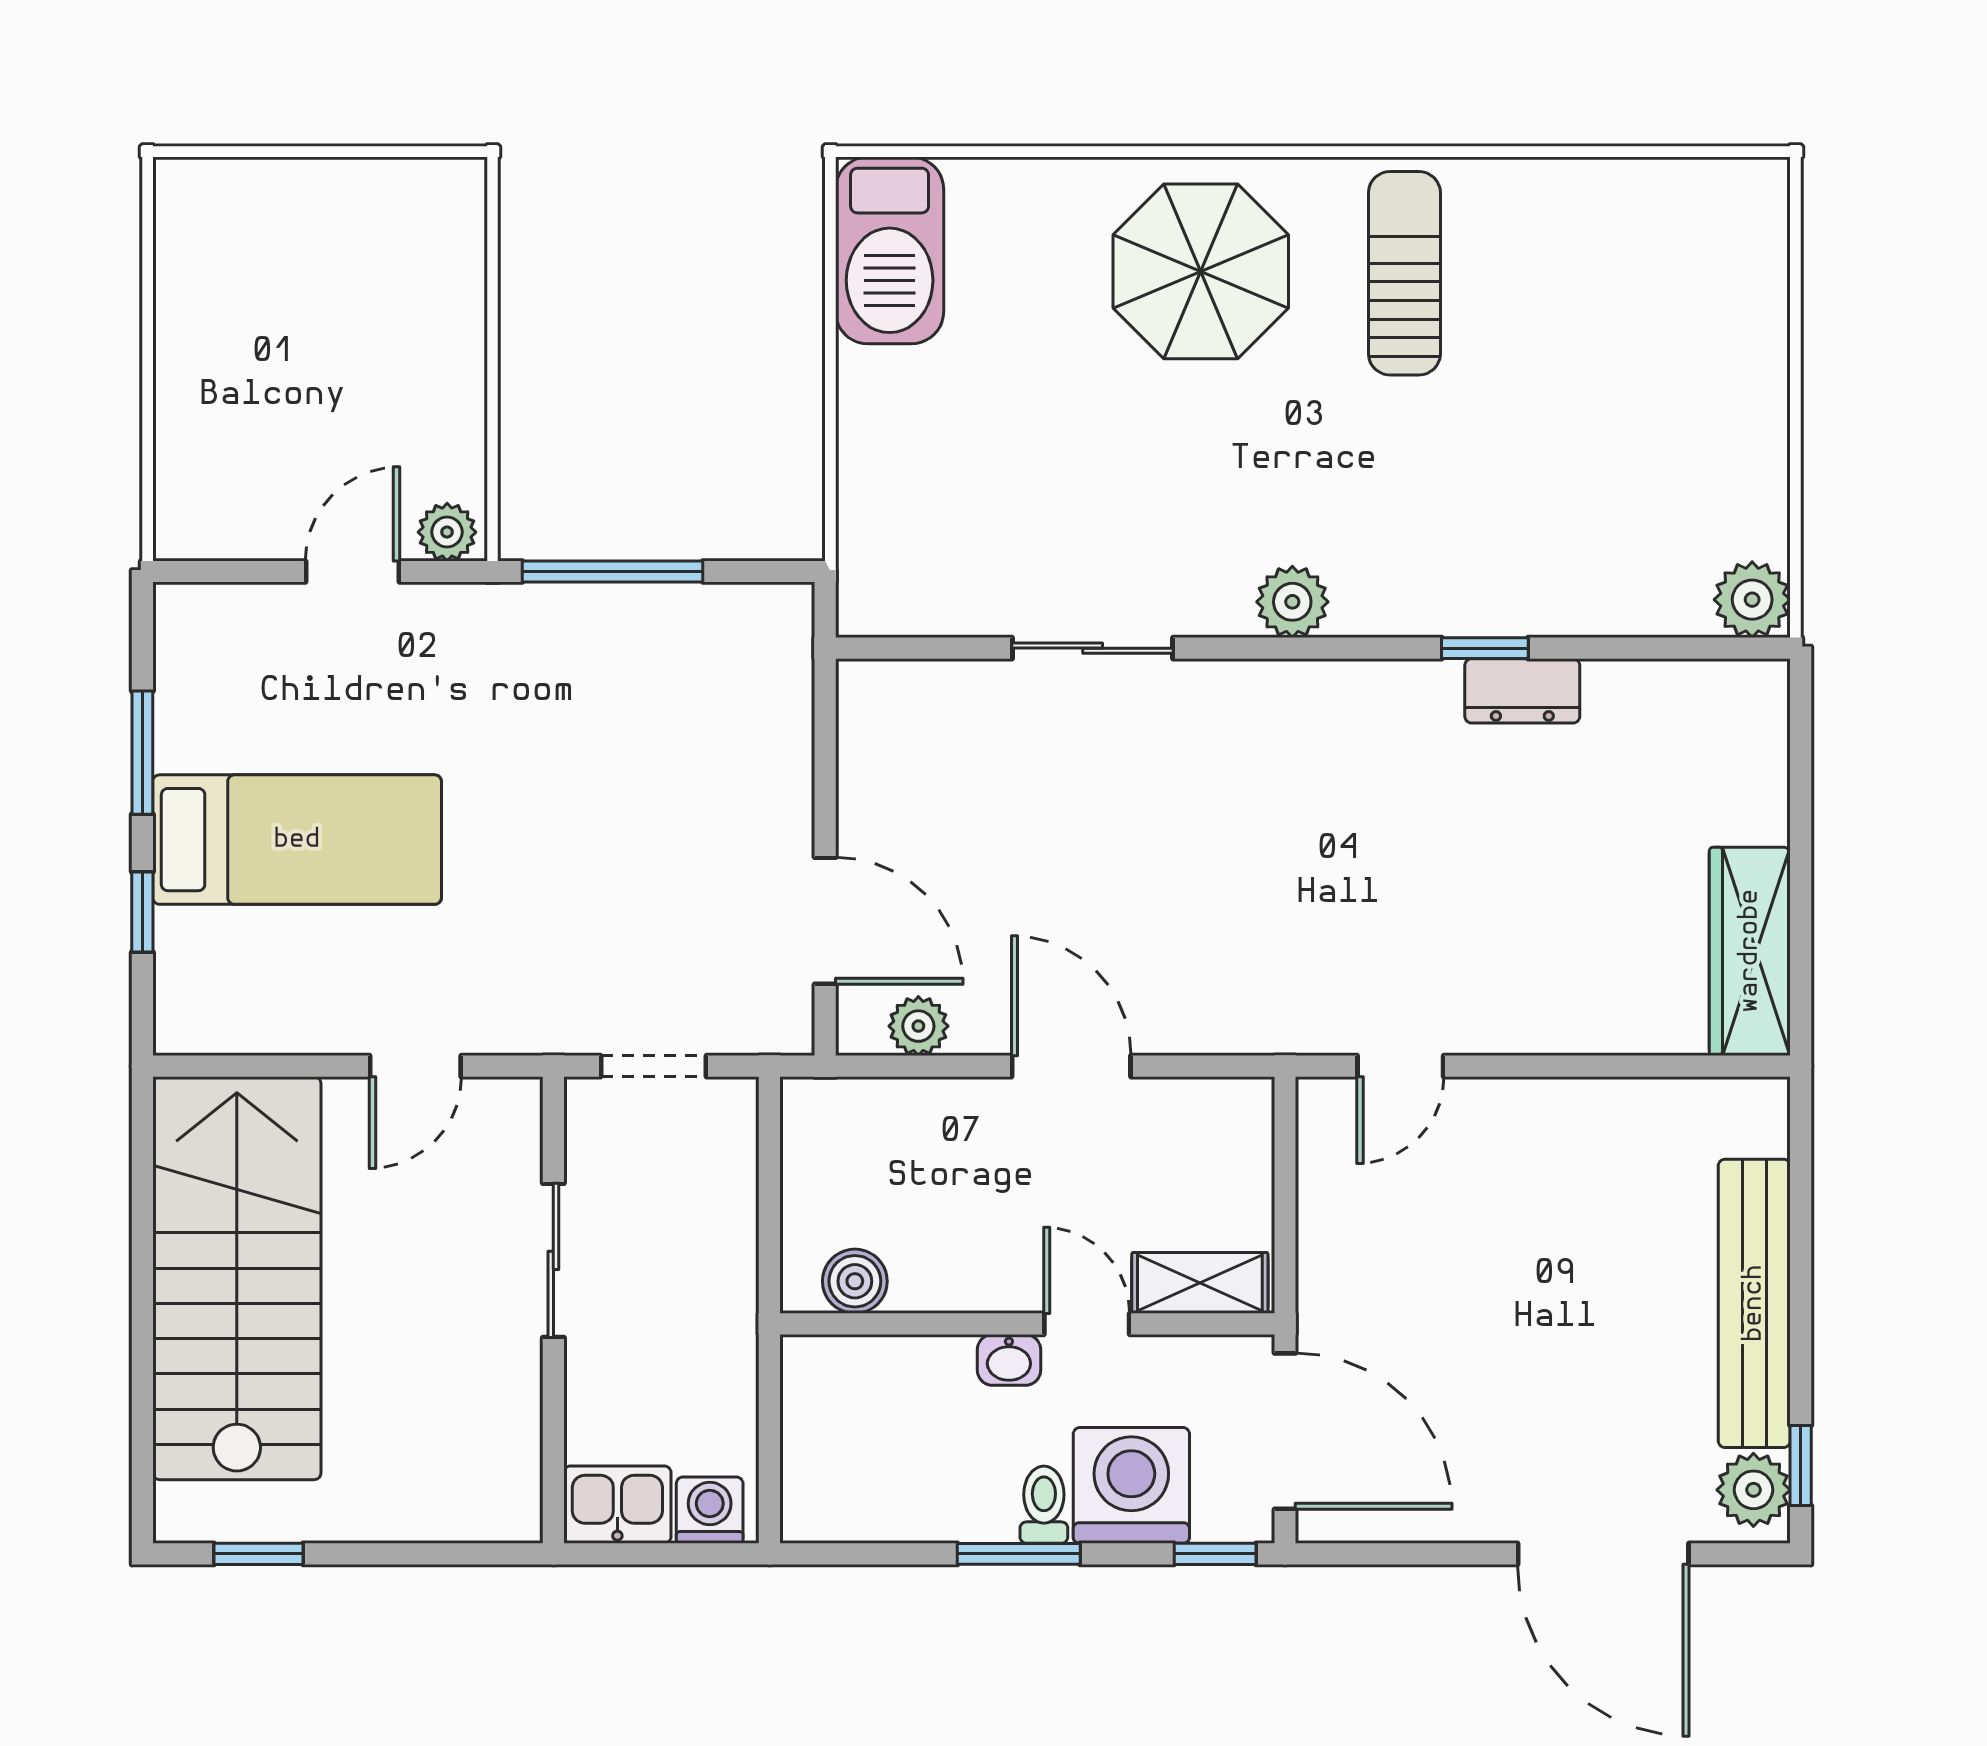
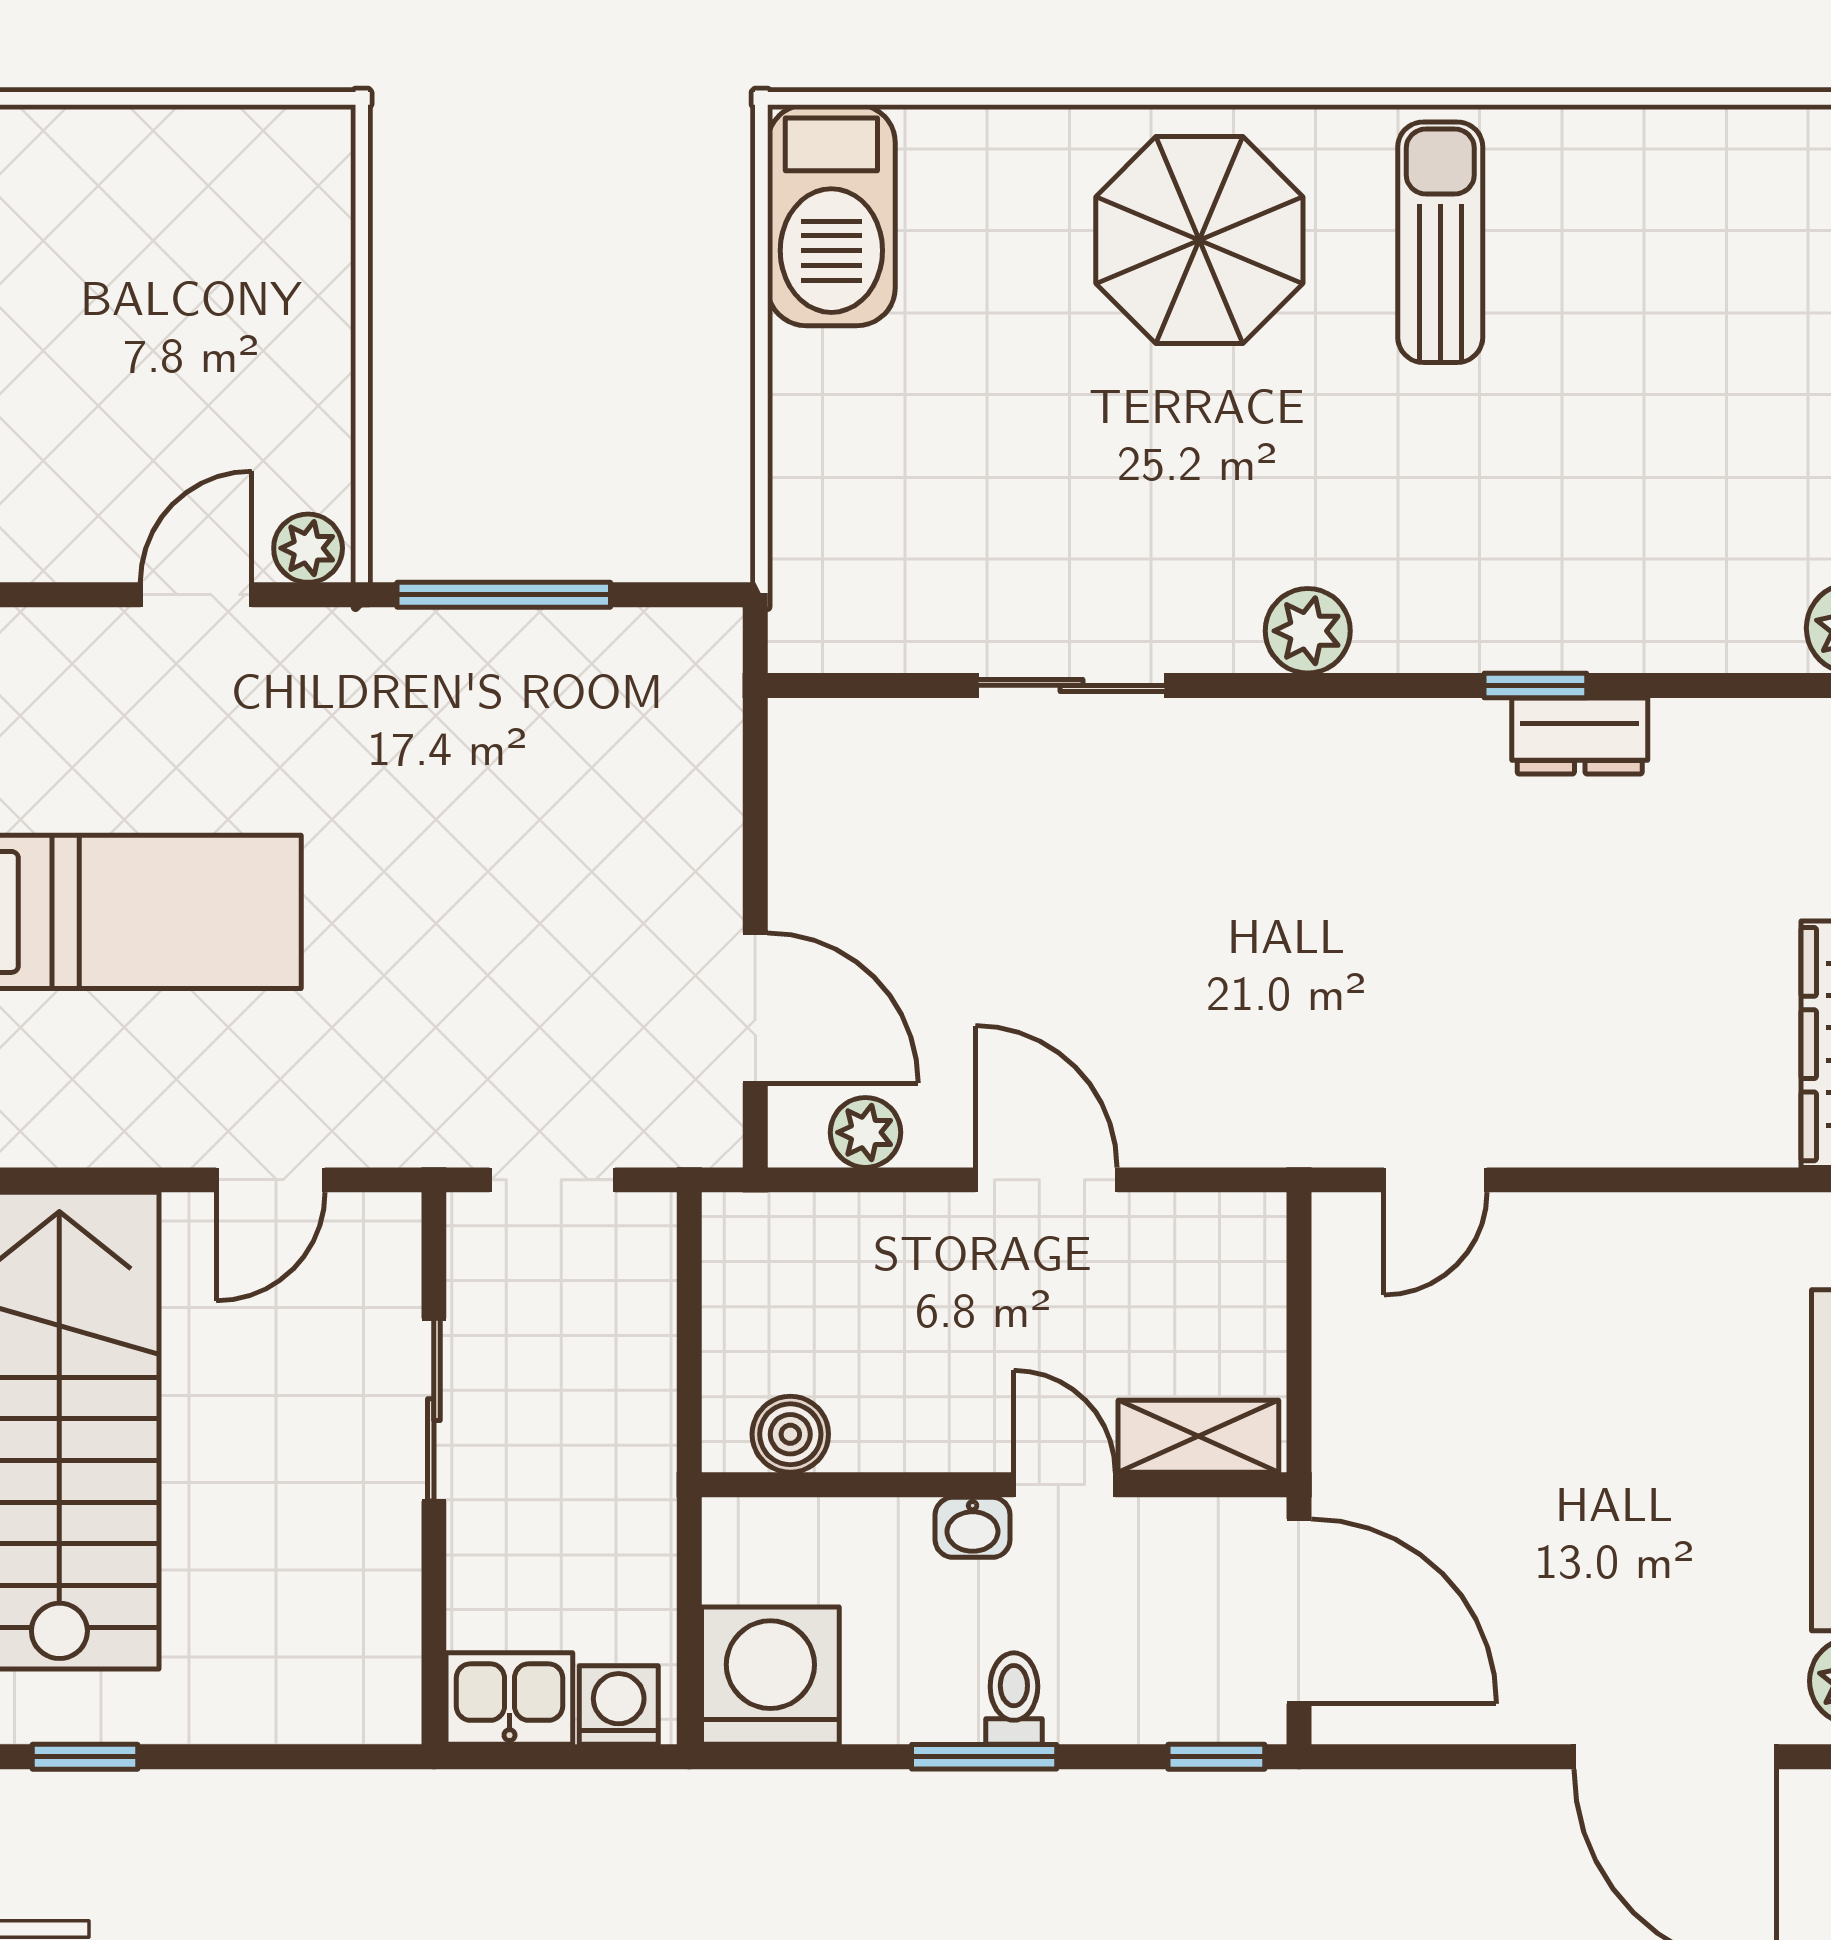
washing machine: (1131, 1485) -> (770, 1676), moved

